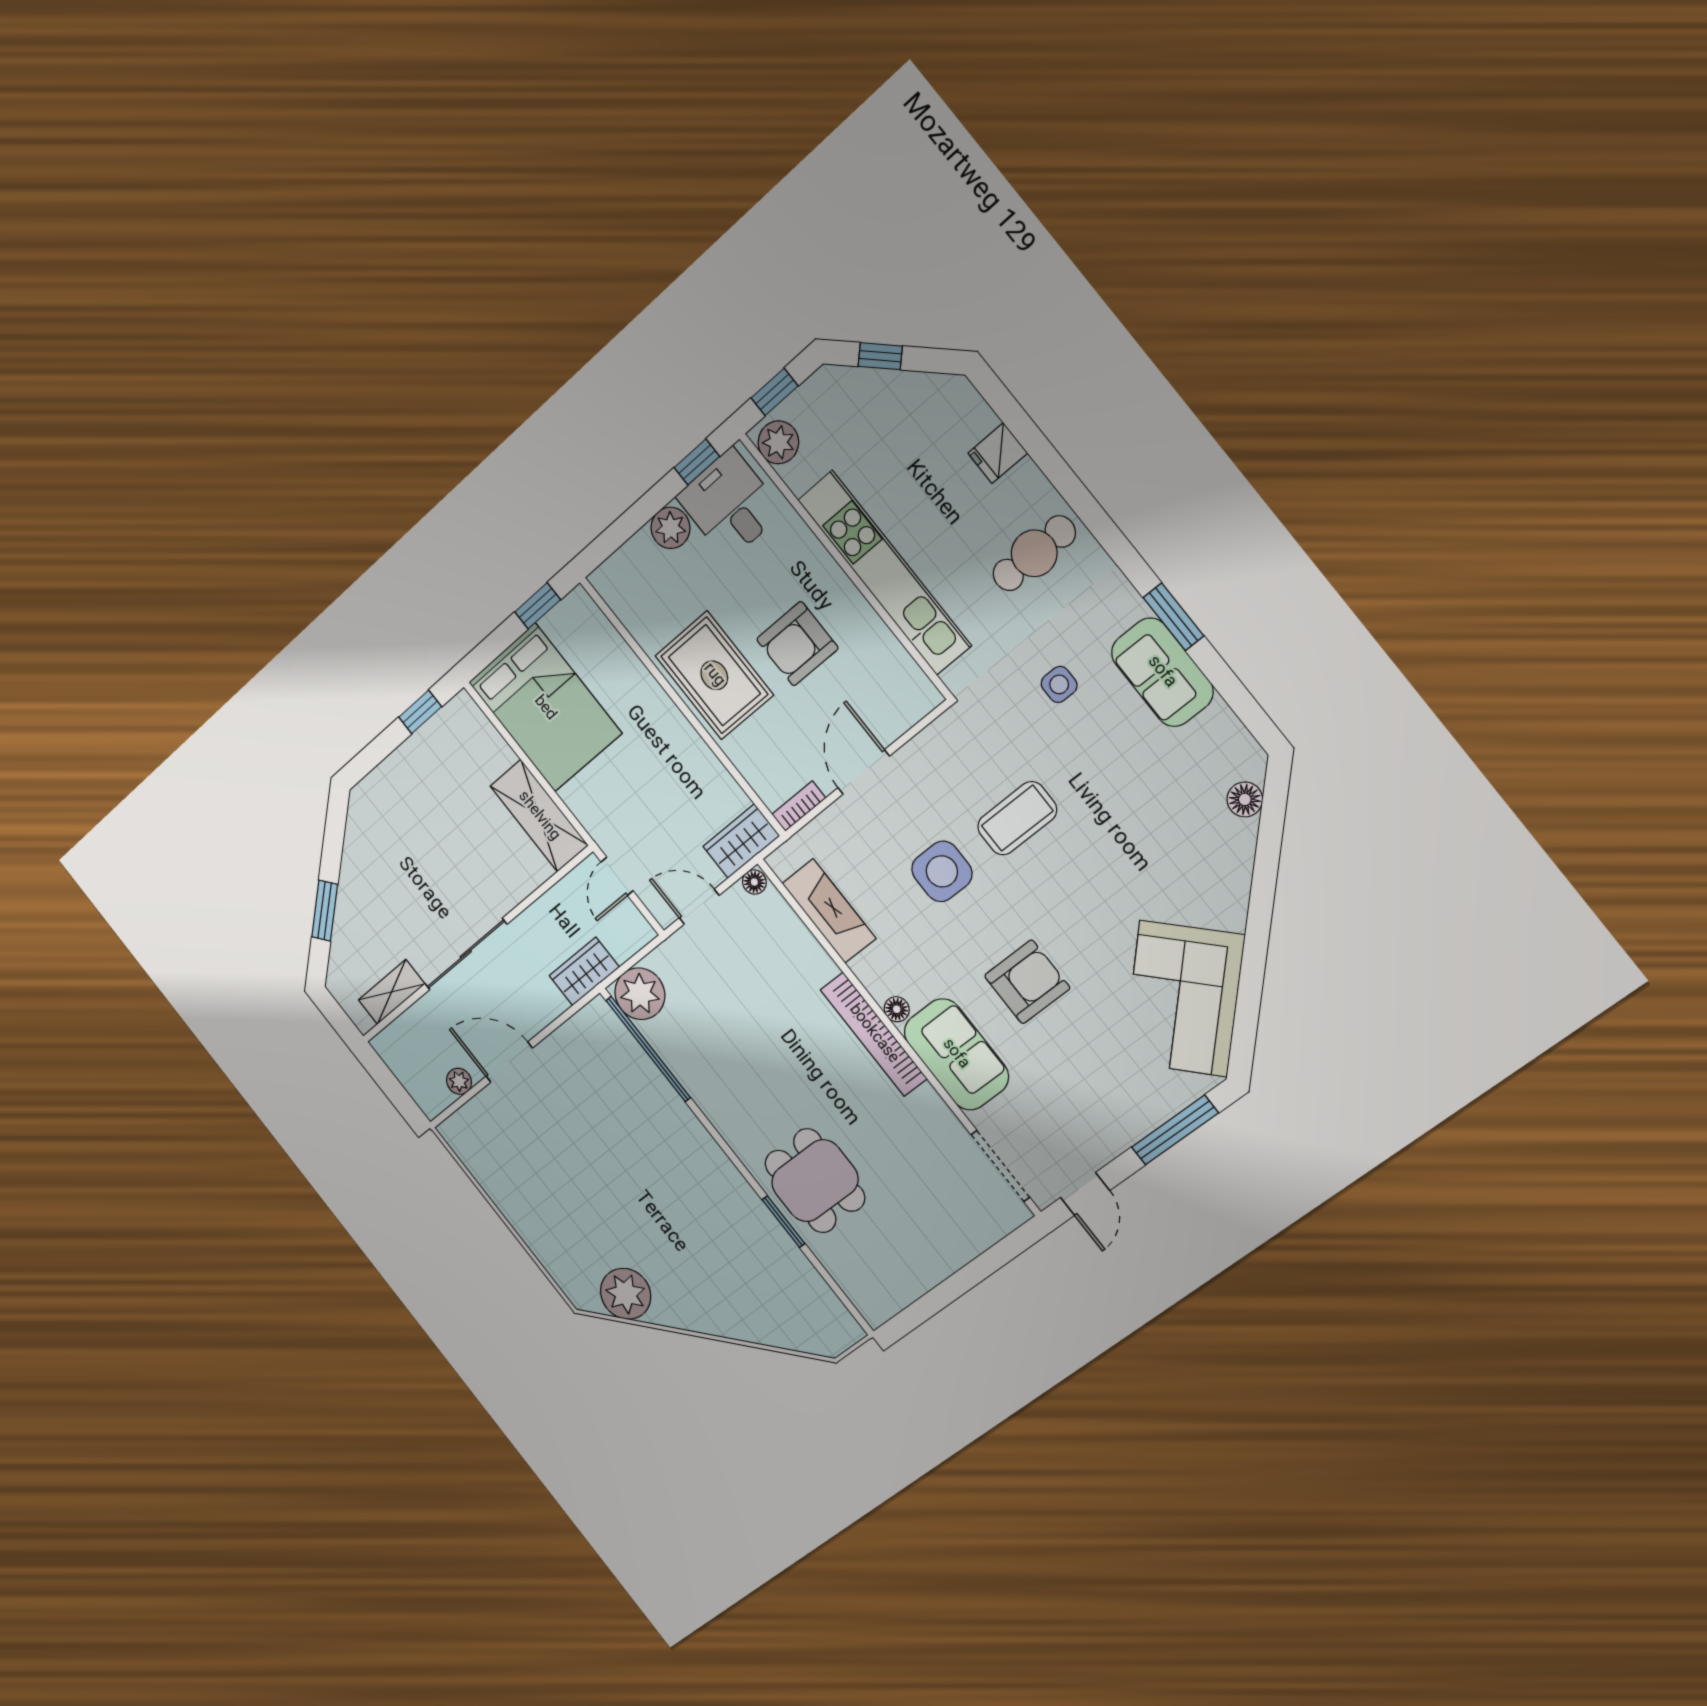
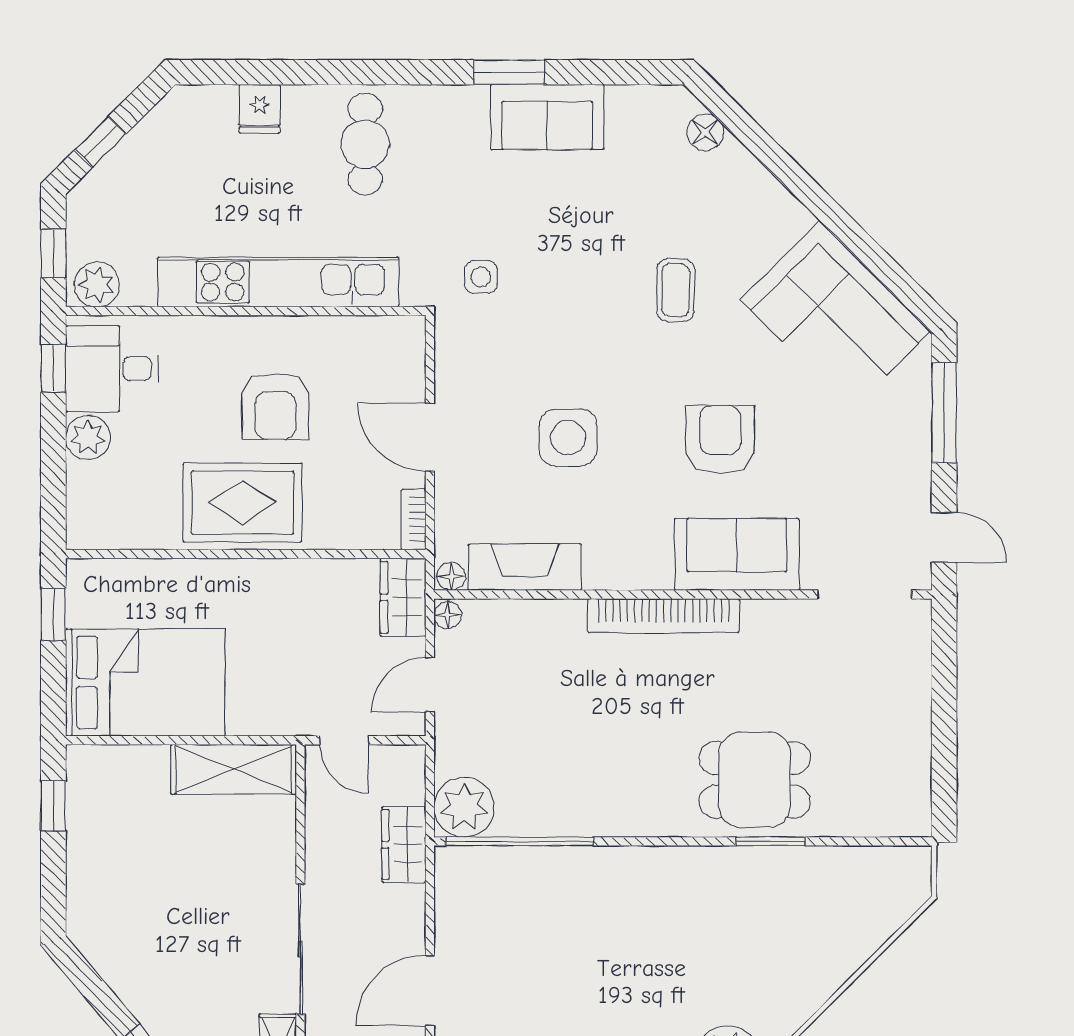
side table: (1059, 684) -> (481, 277), moved
coffee table: (1017, 818) -> (675, 290), moved, width x0.73, depth x0.77
floor lamp: (897, 1009) -> (451, 576), moved

